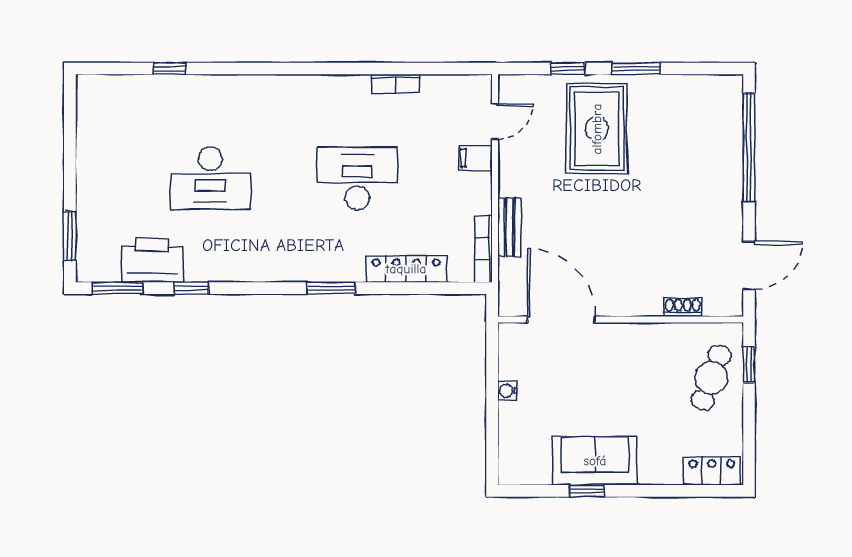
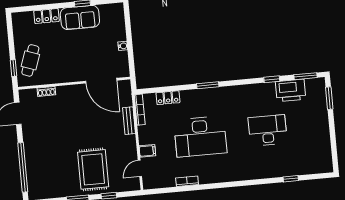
desk: (357, 178) -> (200, 137), width x1.36, depth x1.30
locker: (406, 269) -> (168, 98), width x0.66
locker: (712, 471) -> (47, 16), moved

